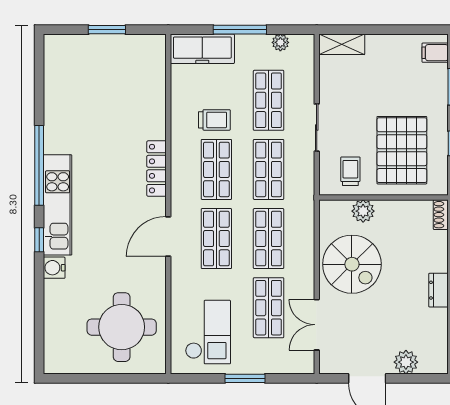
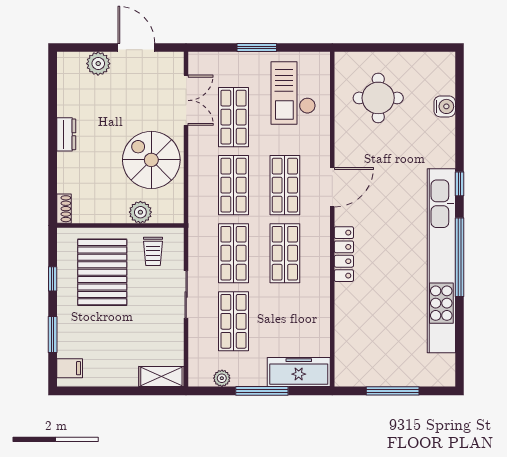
window: (107, 30) -> (393, 391), width x1.44
trolley: (214, 120) -> (287, 302), removed
kitchen unit: (58, 205) -> (441, 261), width x1.86
water cooler: (54, 268) -> (445, 106), moved
round table: (122, 327) -> (378, 98), width x0.73, depth x0.73

